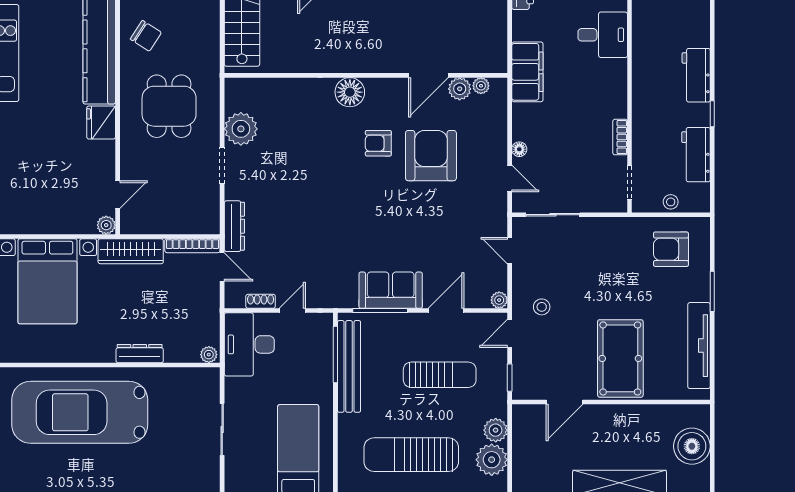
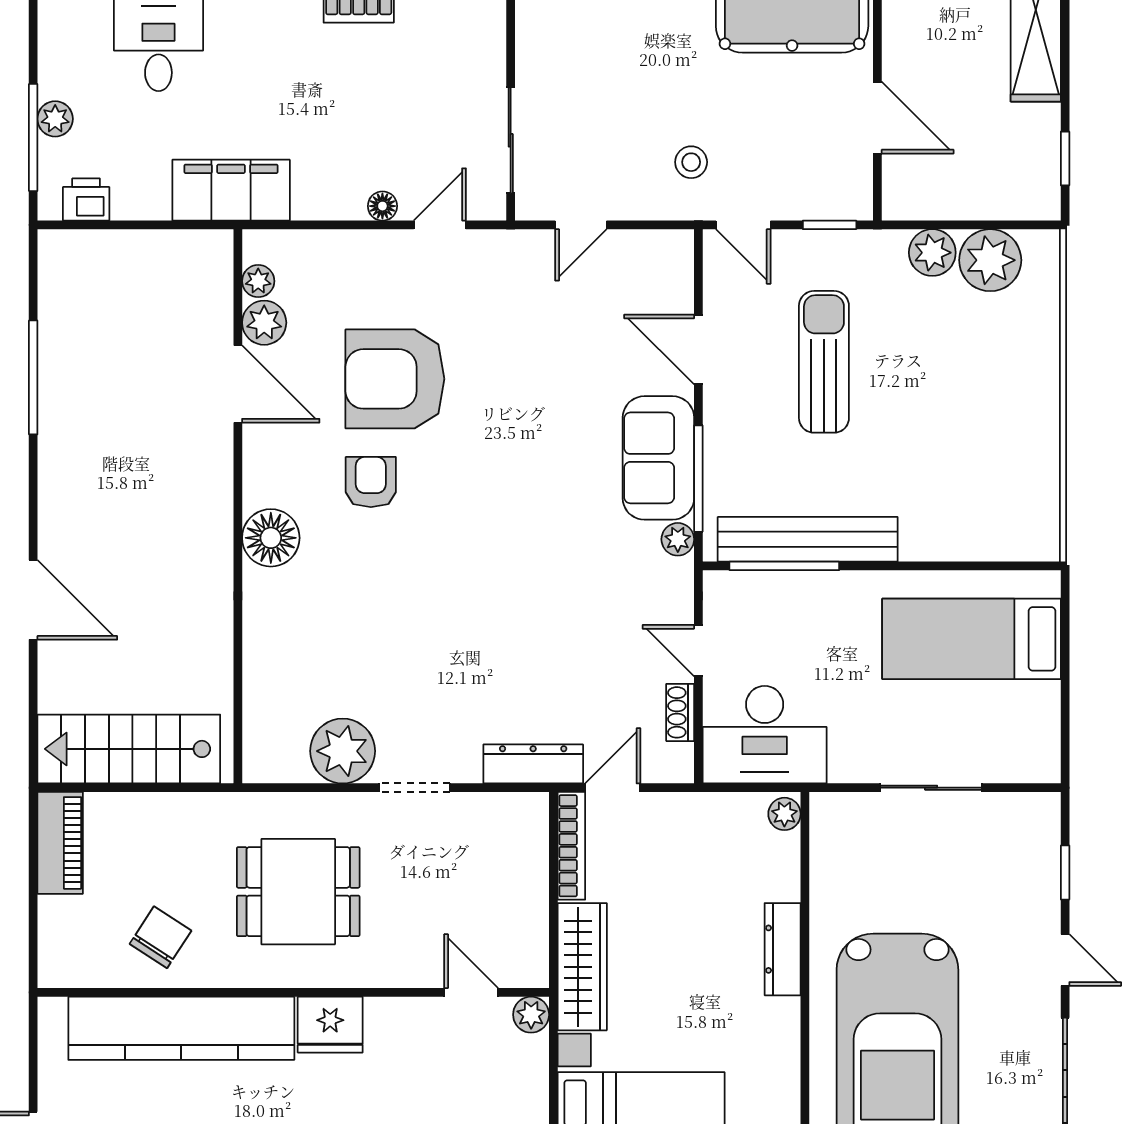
armchair: (378, 143) -> (371, 482), turned 180
plant: (499, 300) -> (678, 539), moved
sun lounger: (411, 455) -> (980, 418), removed

